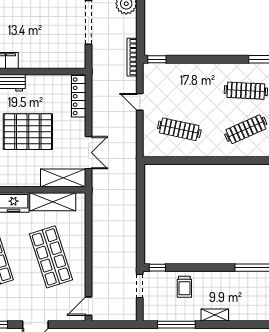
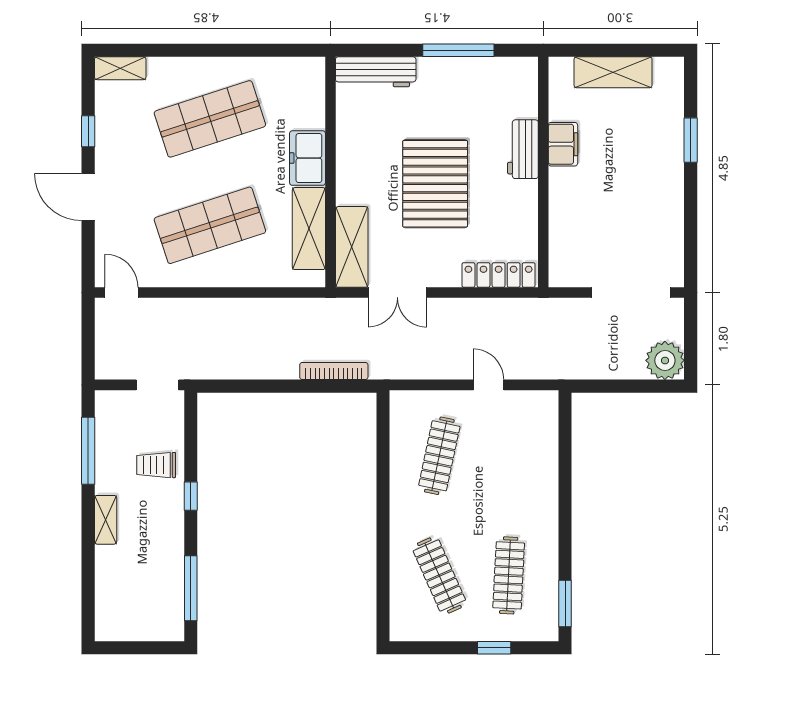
bookcase: (132, 57) -> (334, 371), moved
window: (157, 59) -> (565, 416), removed
door: (140, 102) -> (488, 385), hinge flipped
window: (157, 268) -> (191, 496), moved

